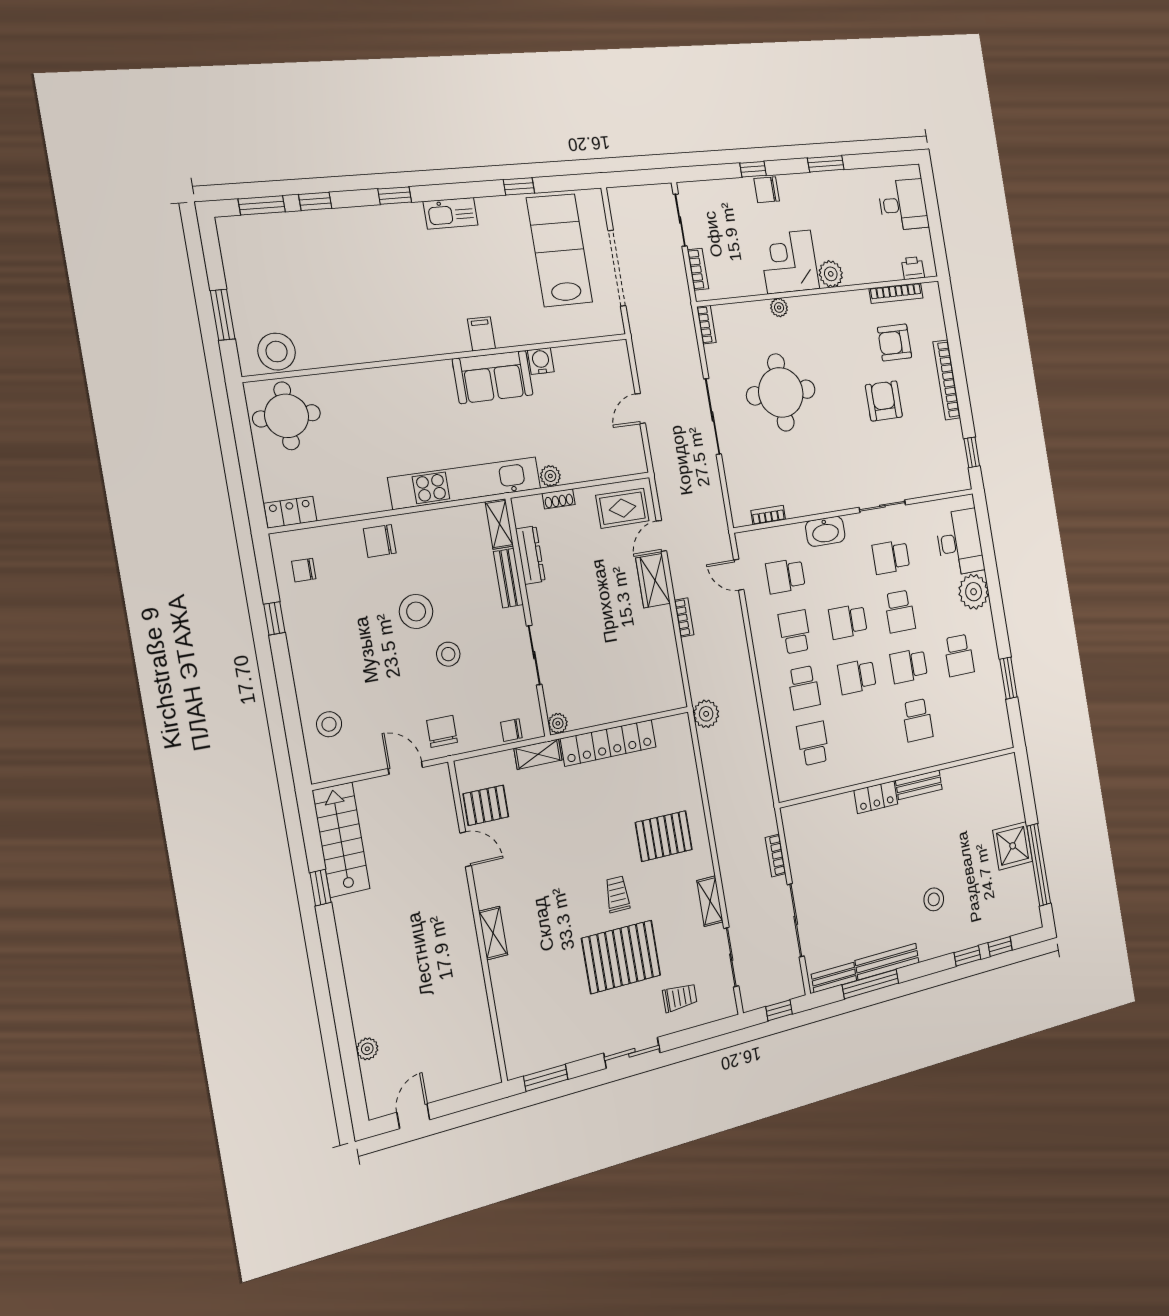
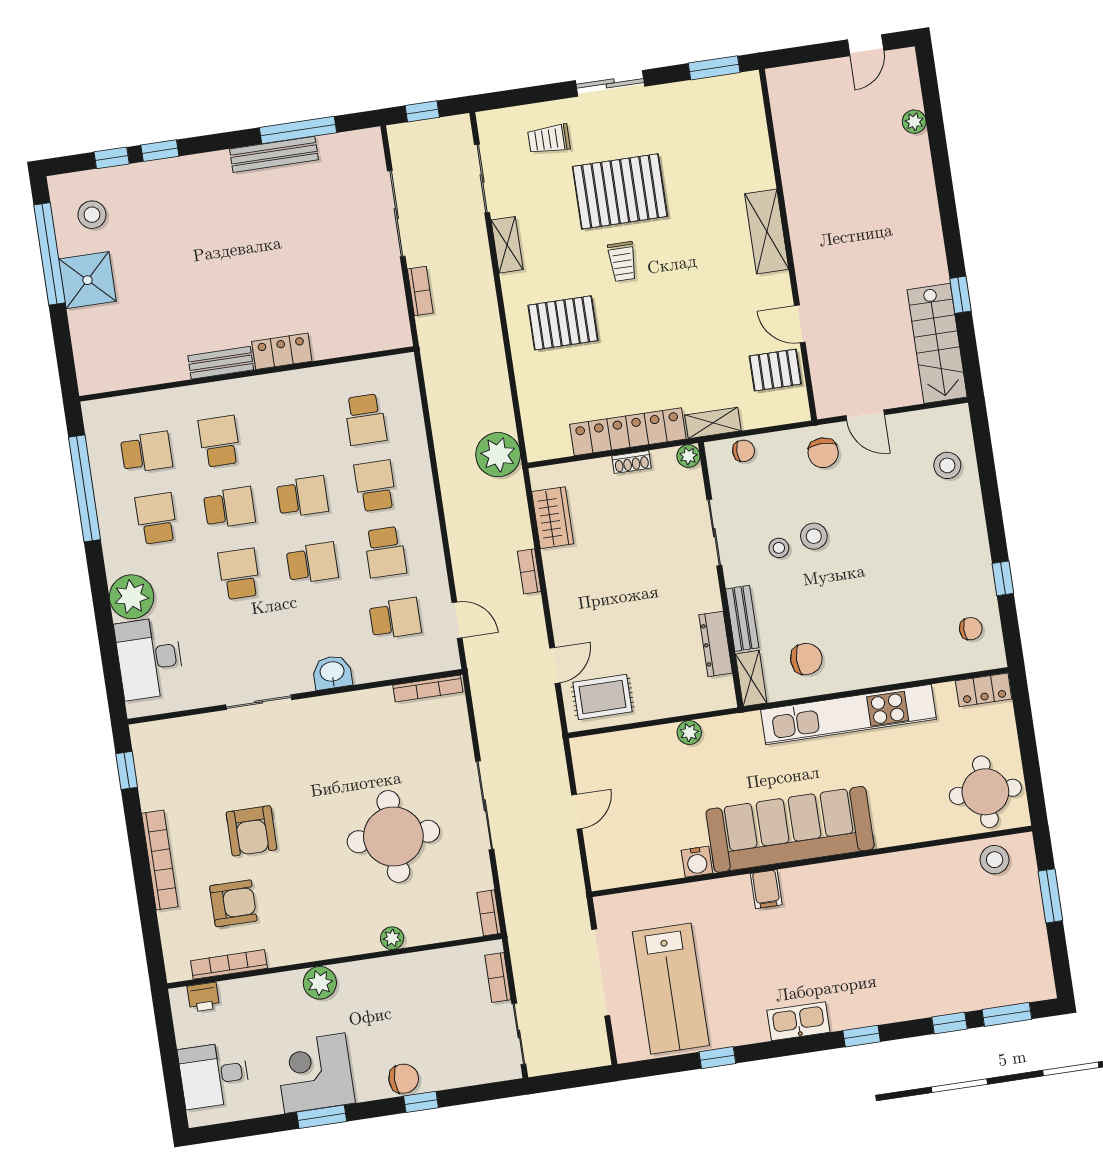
corner desk: (789, 262) -> (315, 1073), moved, turned 180
stool: (277, 352) -> (995, 860), width x0.73, depth x0.73
sofa: (493, 377) -> (790, 829), width x1.85, depth x1.27
kitchen unit: (465, 483) -> (848, 715), moved
shoe rack: (559, 499) -> (632, 462), moved, turned 180
bookcase: (768, 515) -> (428, 689), width x1.56
washbasin: (825, 531) -> (332, 672), width x0.72
chair: (380, 541) -> (806, 659), moved
school desk: (891, 557) -> (146, 452), moved
wardrobe: (653, 581) -> (553, 518), moved
stool: (416, 611) -> (779, 548), moved, width x0.53, depth x0.53
window: (1008, 678) -> (84, 488), width x2.11
plant: (706, 714) -> (498, 455), width x1.36, depth x1.36
stool: (934, 899) -> (92, 215), moved
shelving: (493, 933) -> (767, 232), width x1.50, depth x1.33
bench: (834, 977) -> (348, 142), removed

